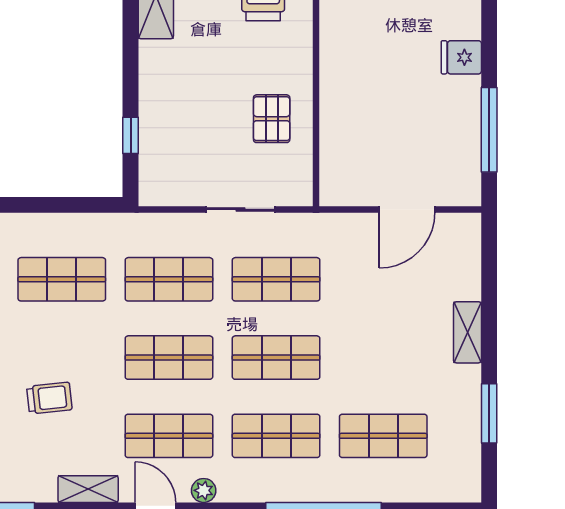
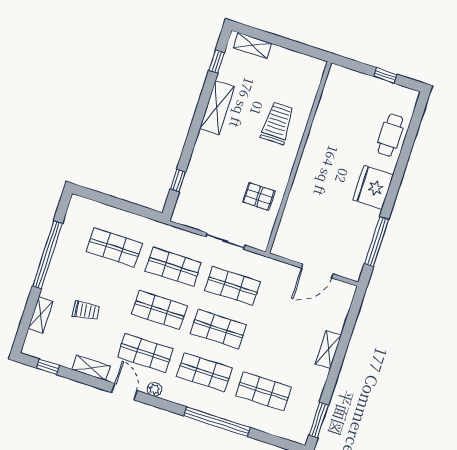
fridge: (461, 57) -> (373, 187), width x1.88, depth x1.34
pallet: (272, 119) -> (259, 197), turned 90
window: (489, 413) -> (319, 420), moved

